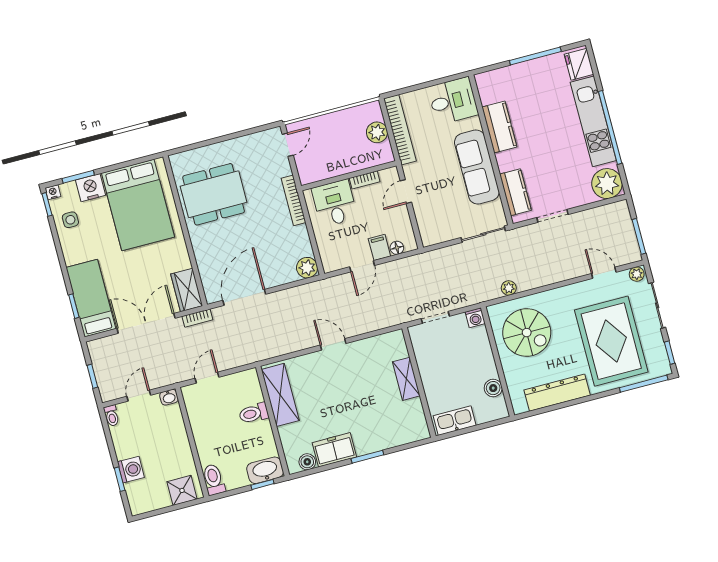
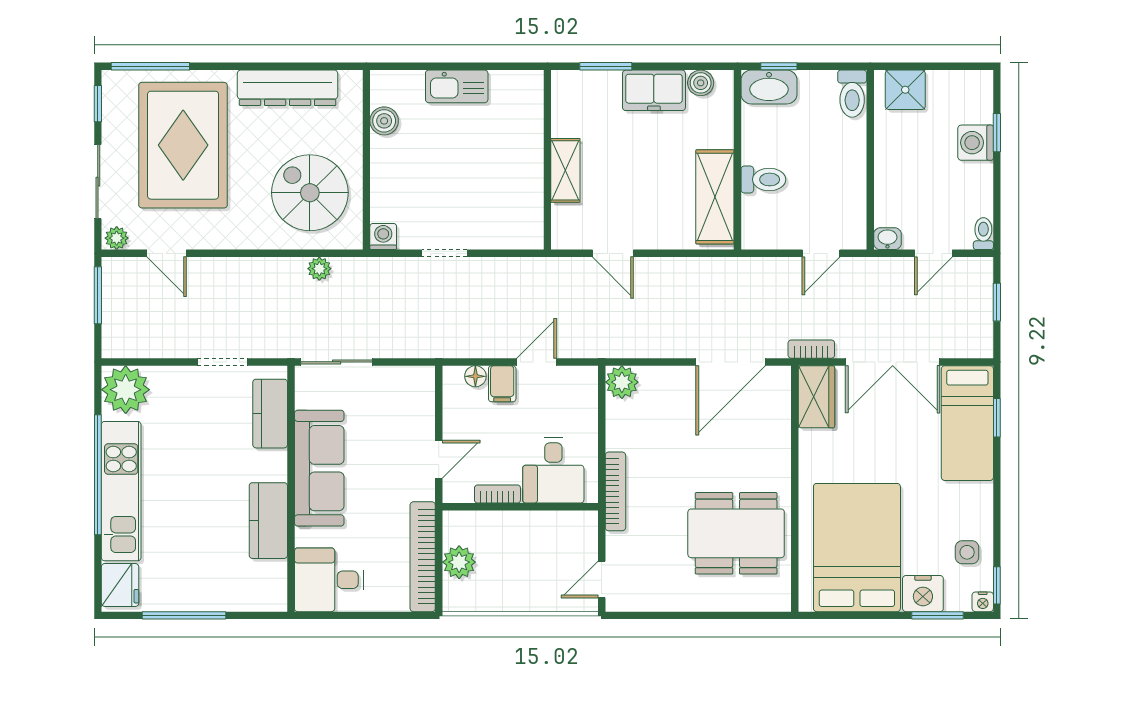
shelving: (406, 379) -> (565, 170), moved
wall: (419, 382) -> (547, 160), moved

